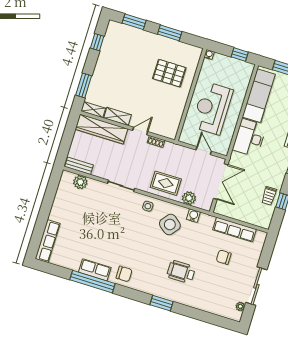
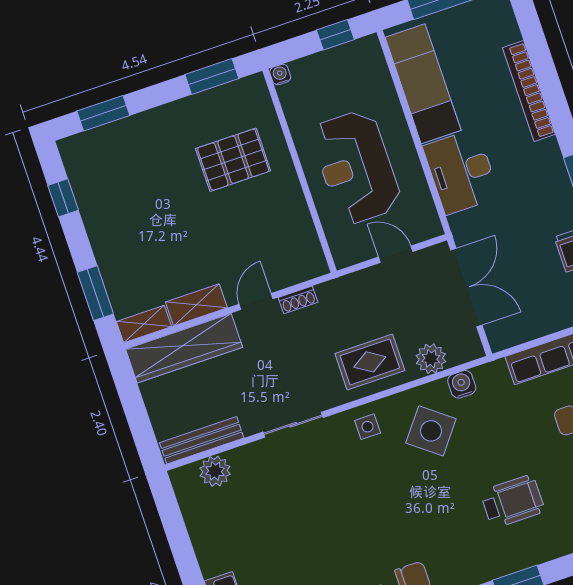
window: (170, 33) -> (212, 77), moved
bench: (79, 166) -> (202, 440), width x1.36
wheelchair: (181, 272) -> (513, 501), turned 180

